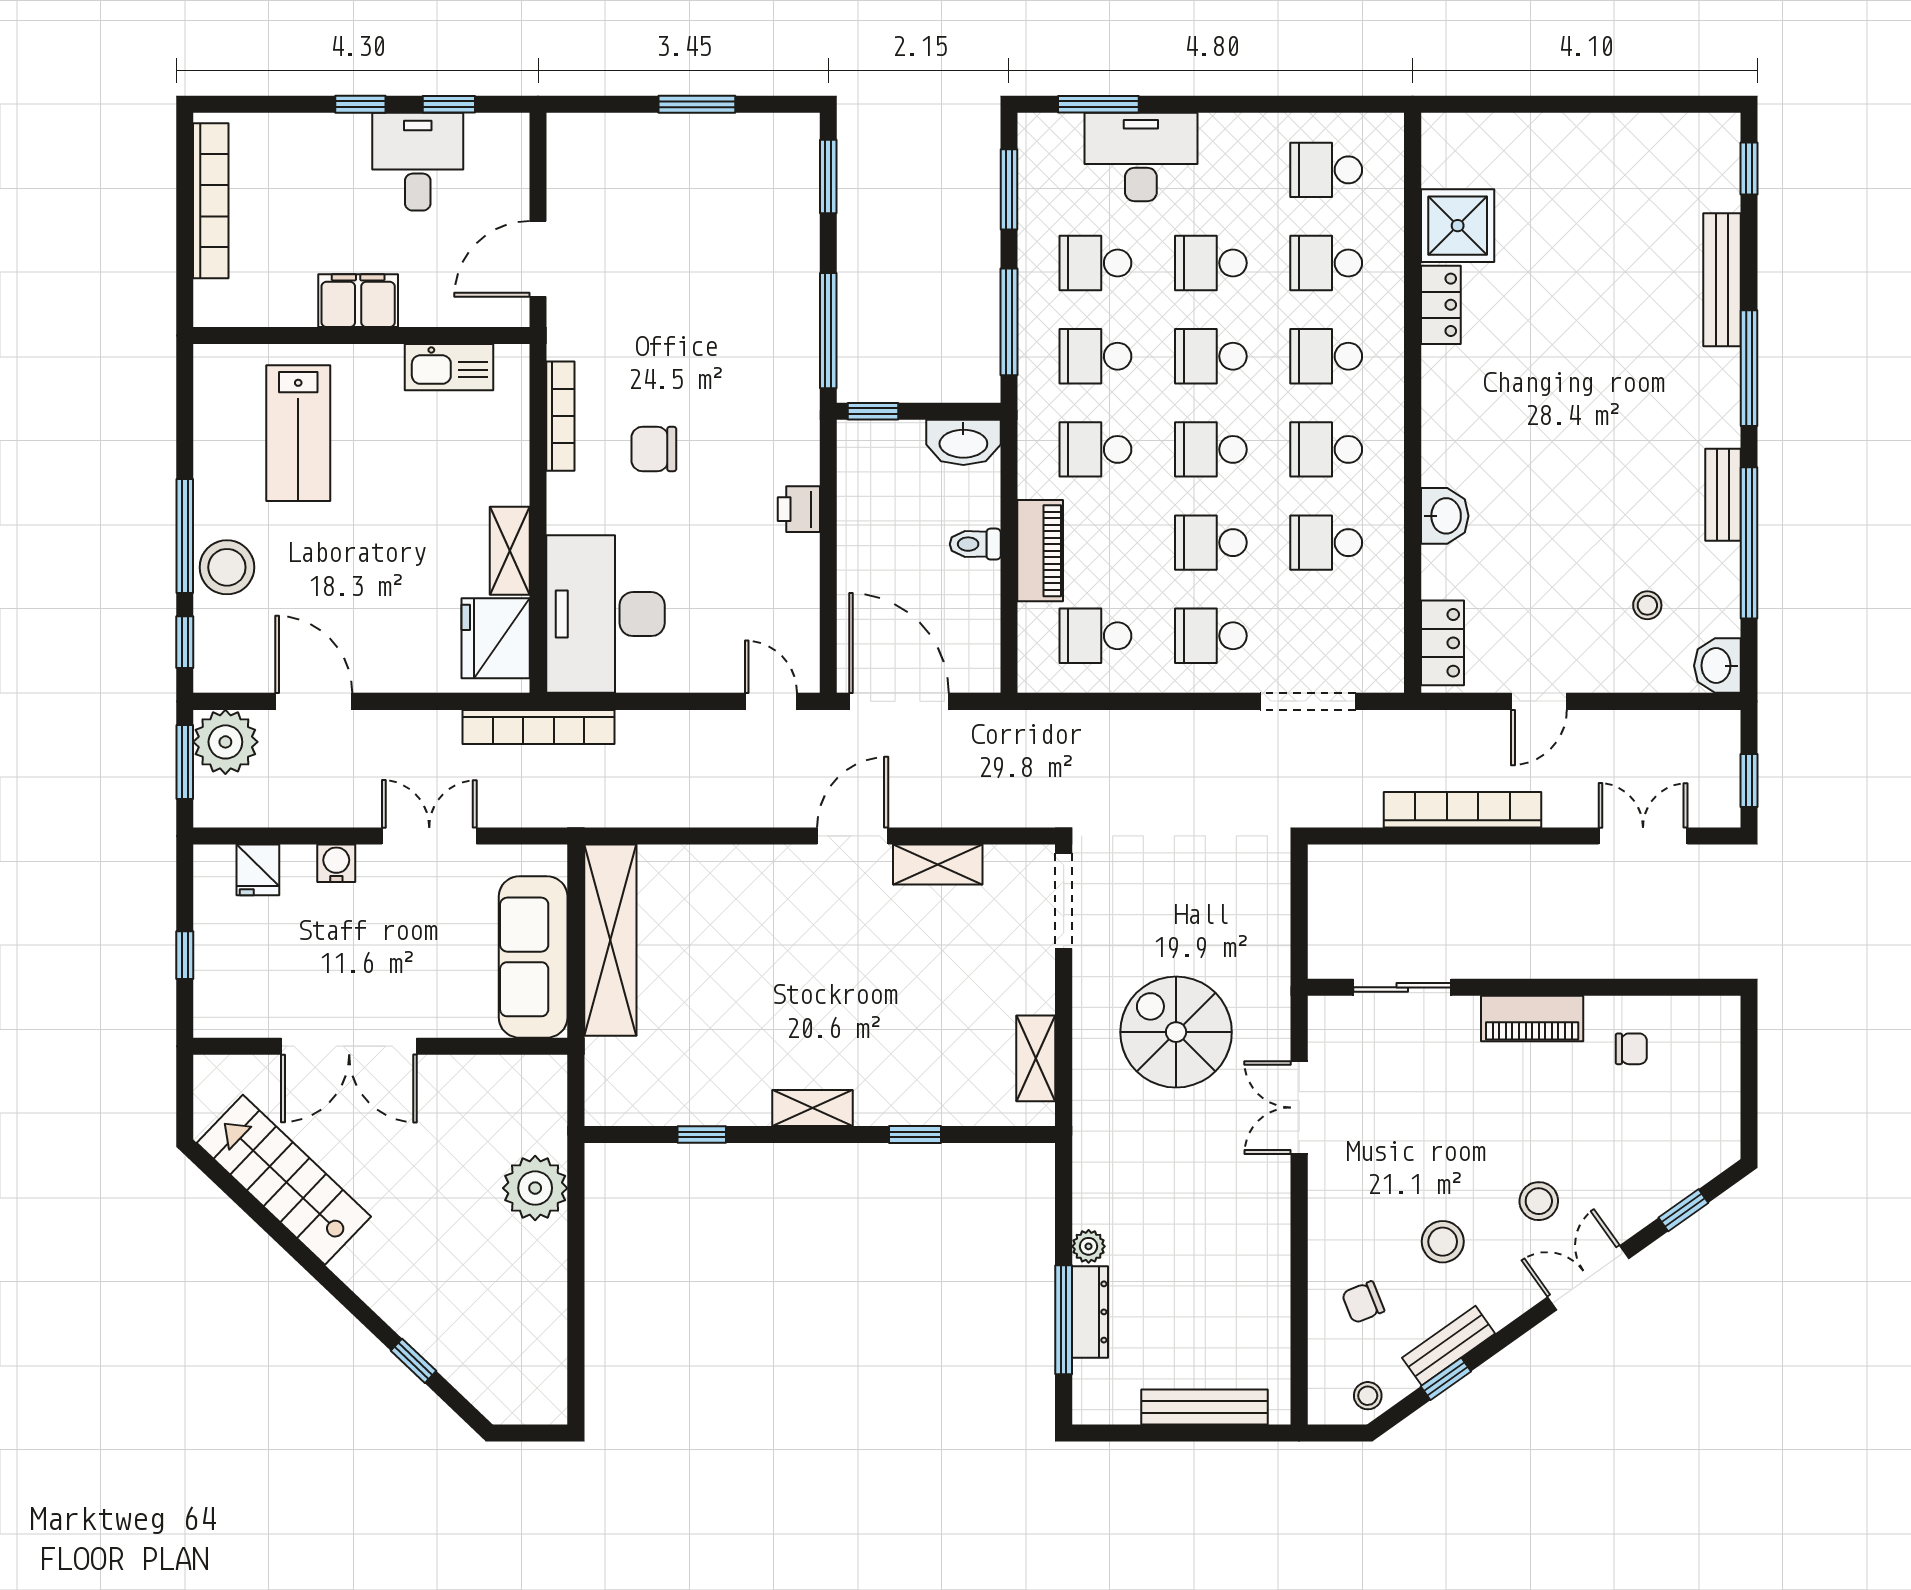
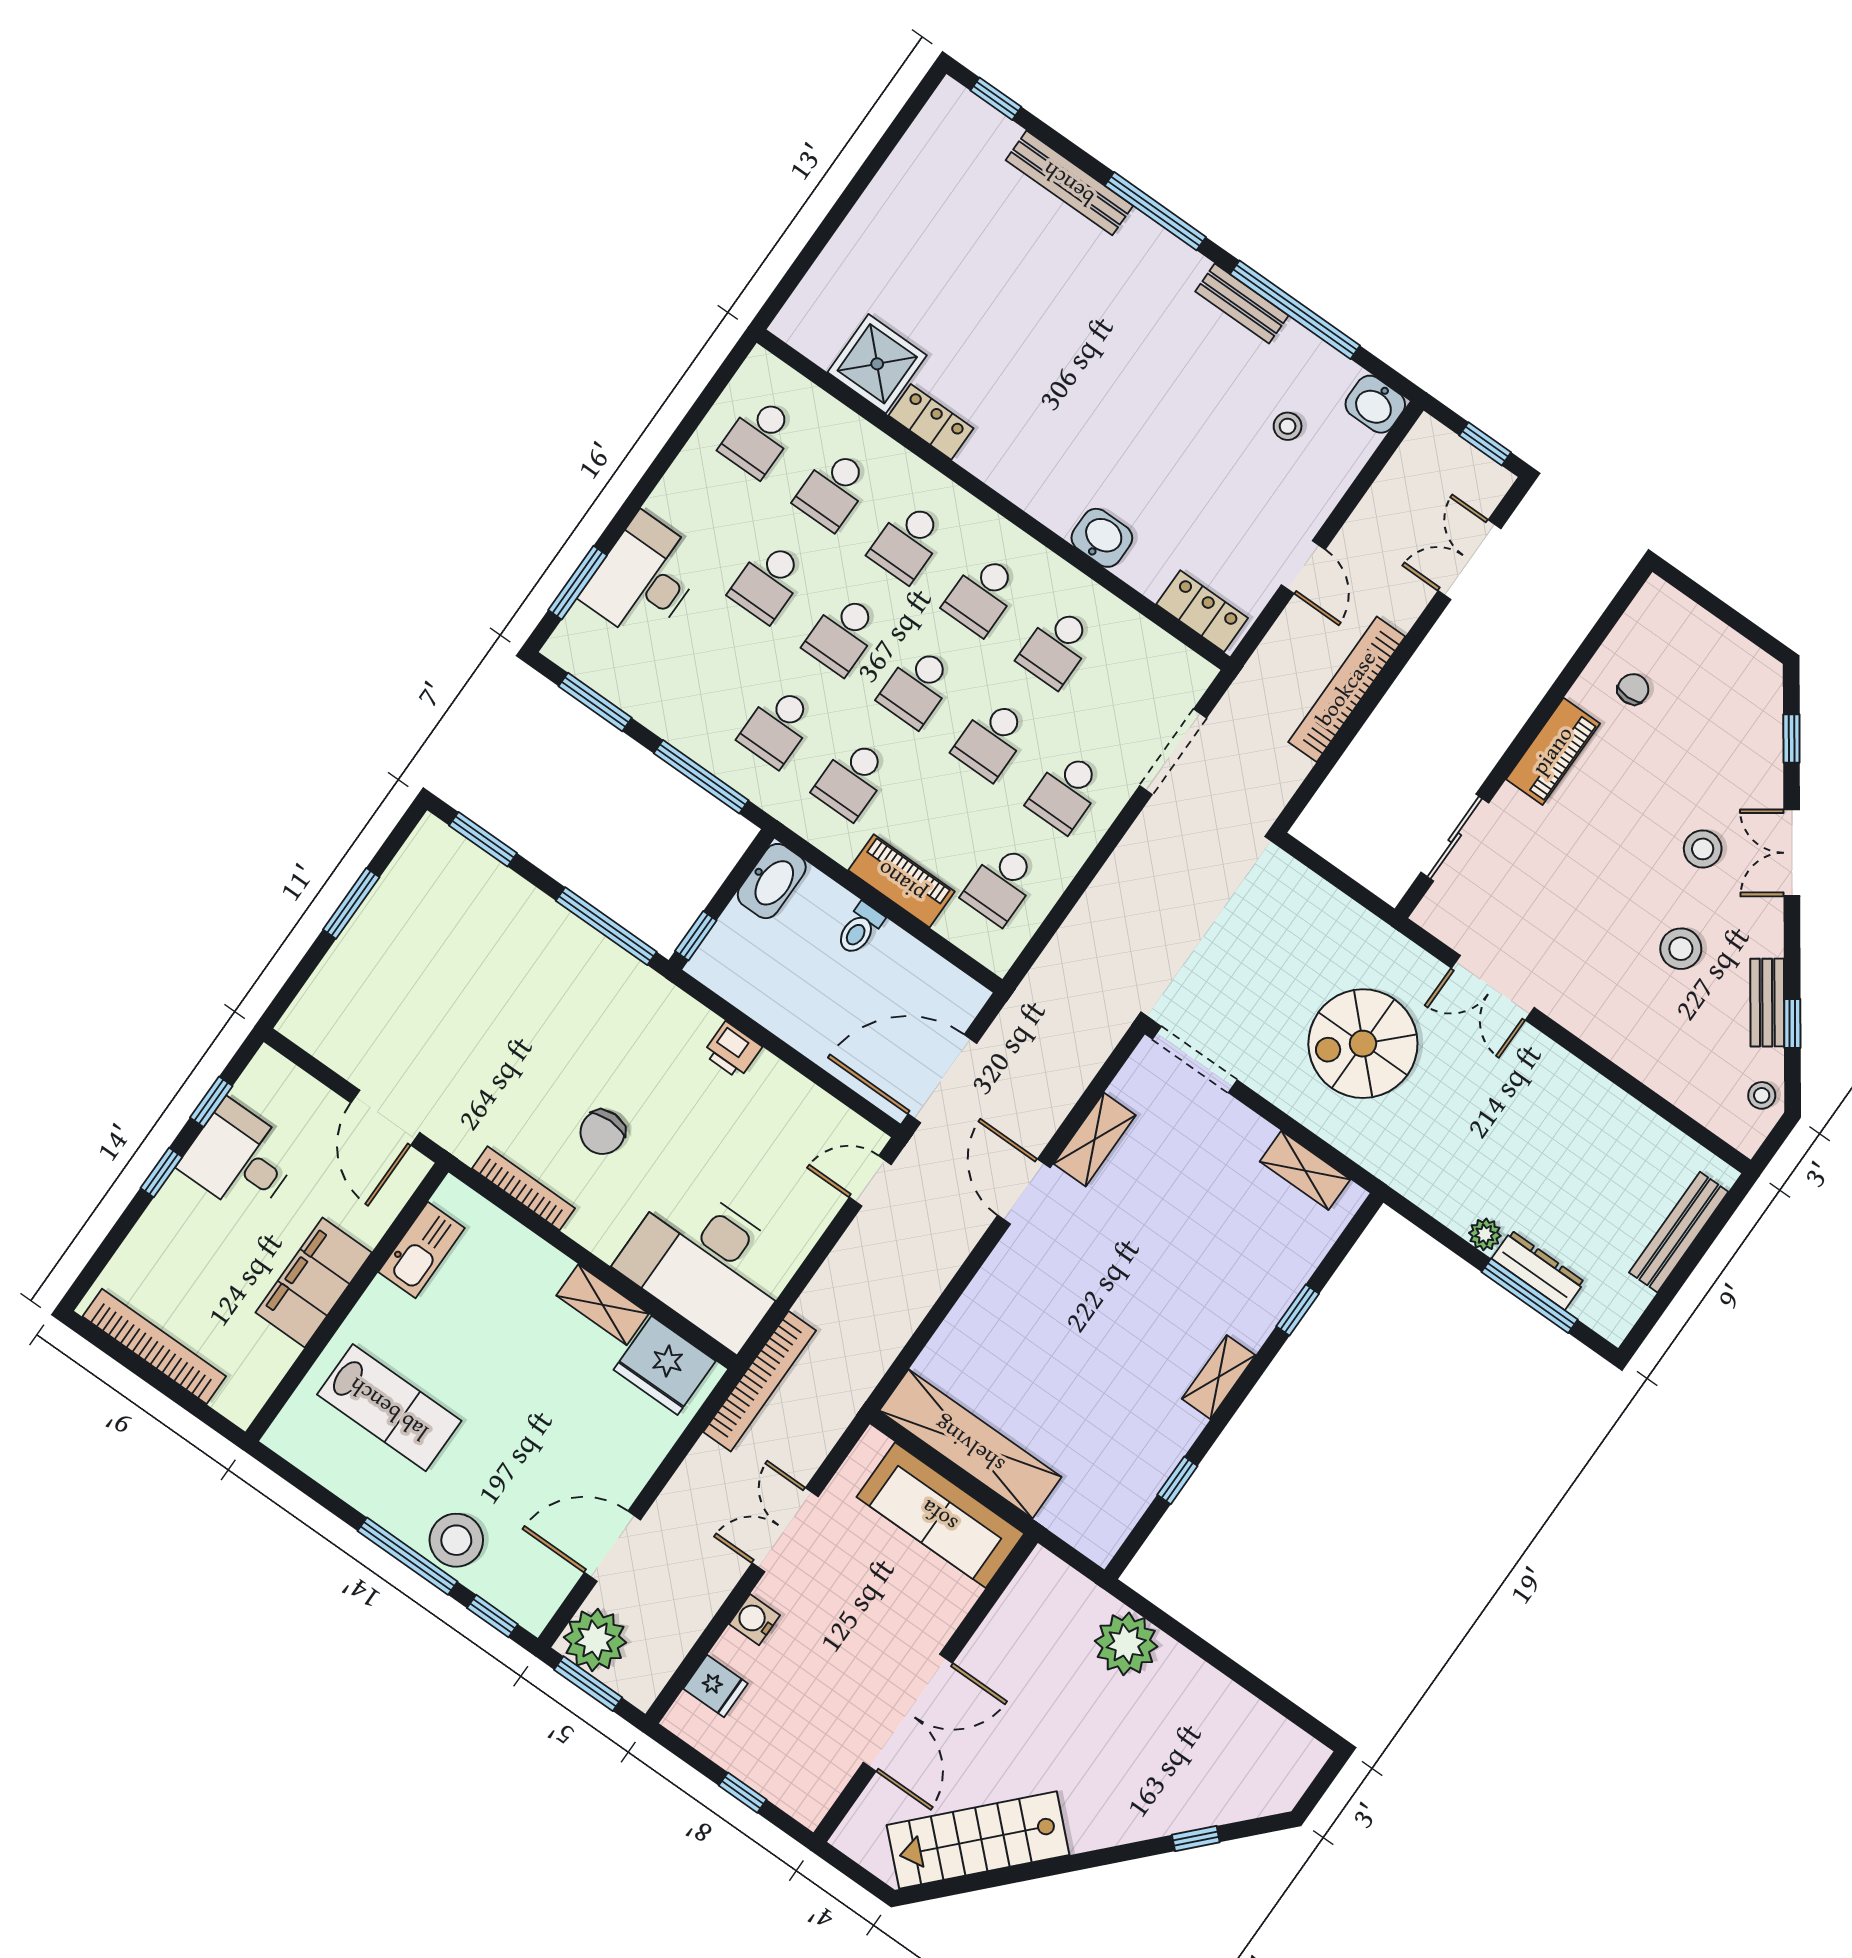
school desk: (1095, 263) -> (703, 674), removed
filing cabinet: (358, 301) -> (314, 1282), width x1.50, depth x1.17
chair: (1363, 1302) -> (1684, 1046), removed

